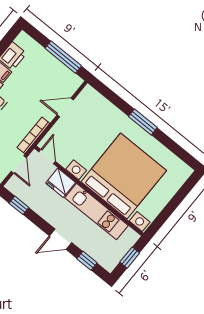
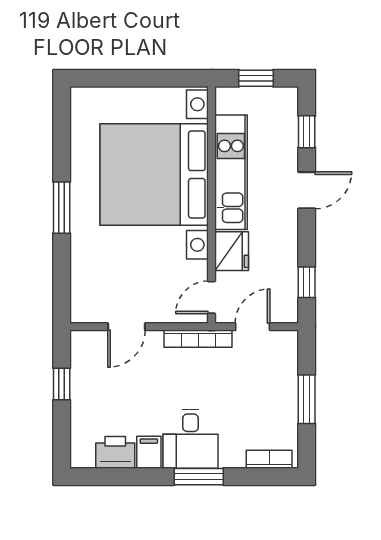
window: (63, 57) -> (62, 384), width x0.46
door: (65, 107) -> (126, 327), hinge flipped
door: (60, 239) -> (307, 190), hinge flipped

